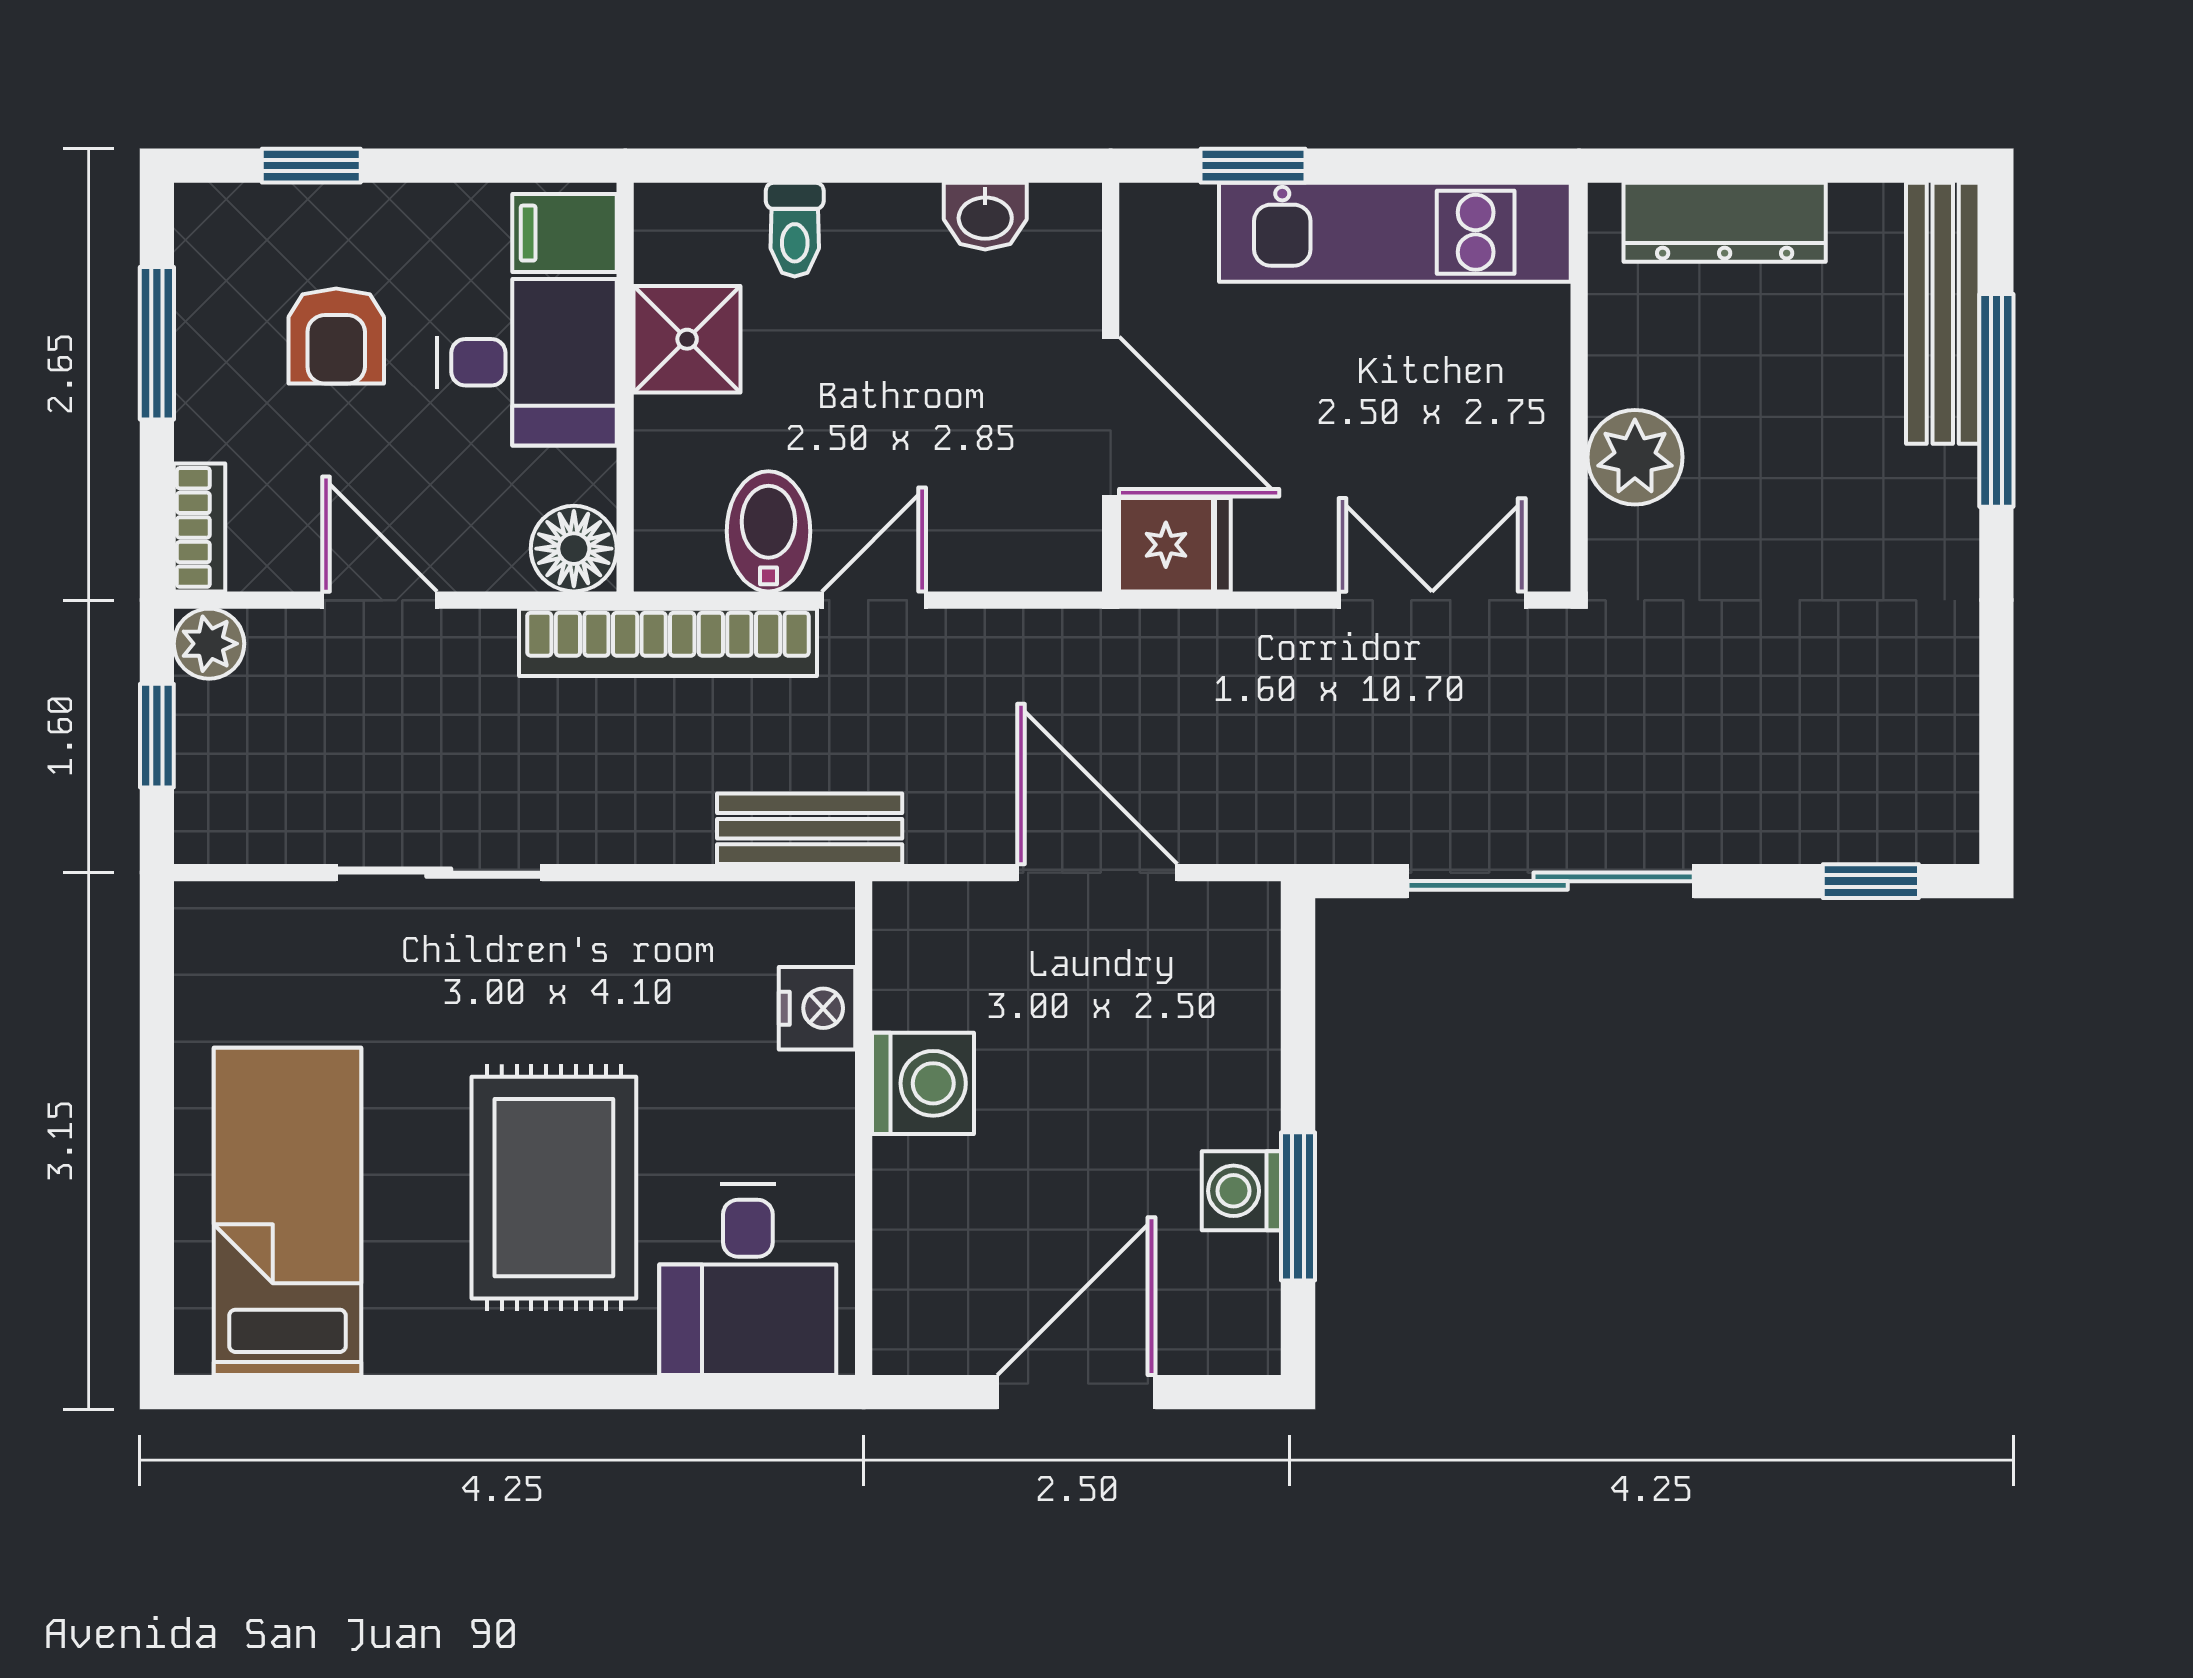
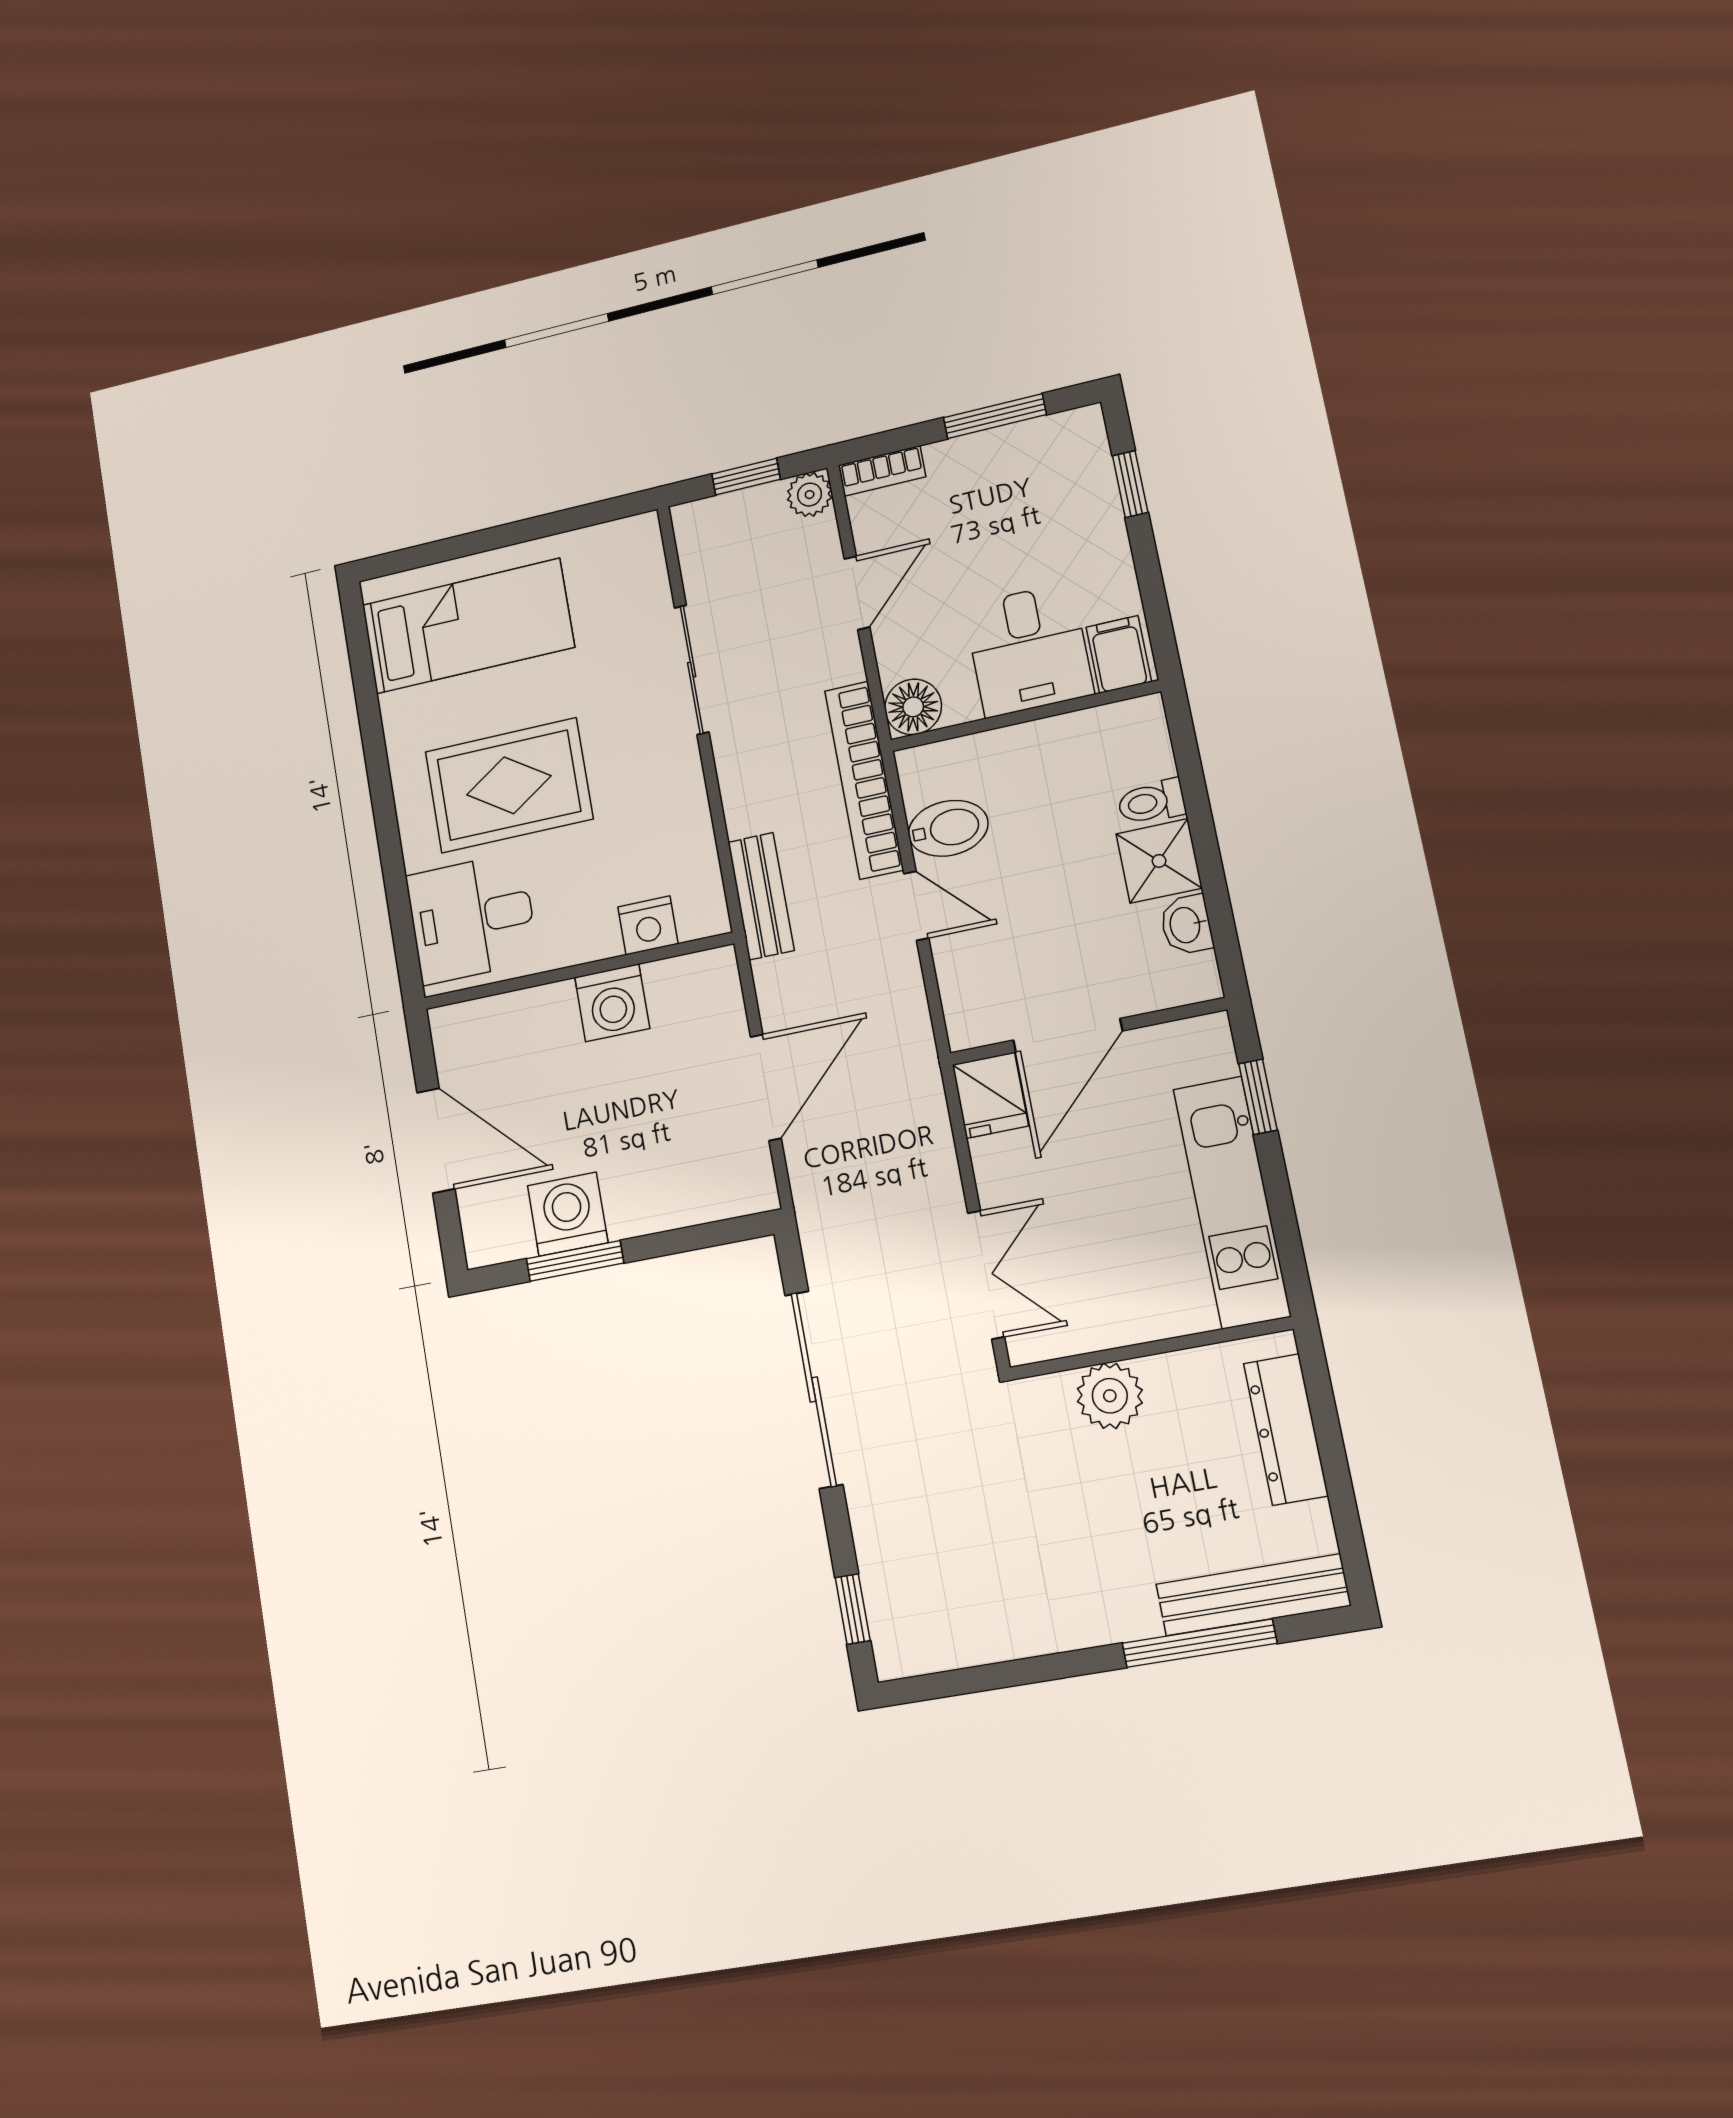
armchair: (336, 336) -> (1022, 526), removed
shower: (687, 339) -> (1159, 861), moved
washing machine: (1241, 1191) -> (568, 1214), width x1.38, depth x1.38

